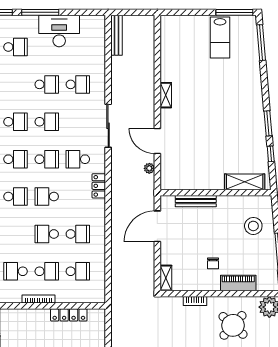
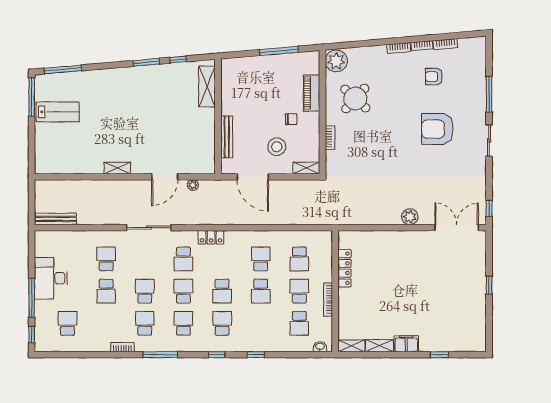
school desk: (47, 84) -> (106, 291), turned 180
stool: (253, 226) -> (277, 147), moved
school desk: (78, 271) -> (299, 259), turned 180

